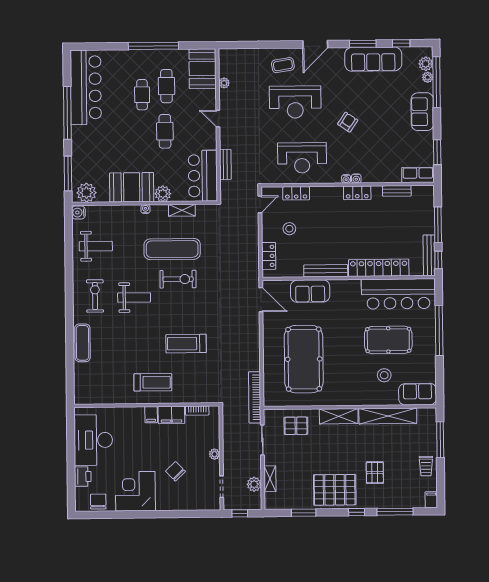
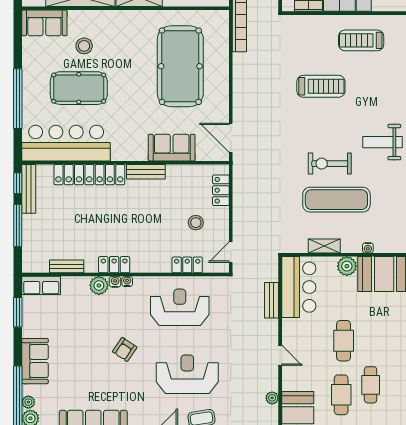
plant: (370, 175) -> (99, 285), added
bench: (326, 271) -> (146, 172), width x0.73

